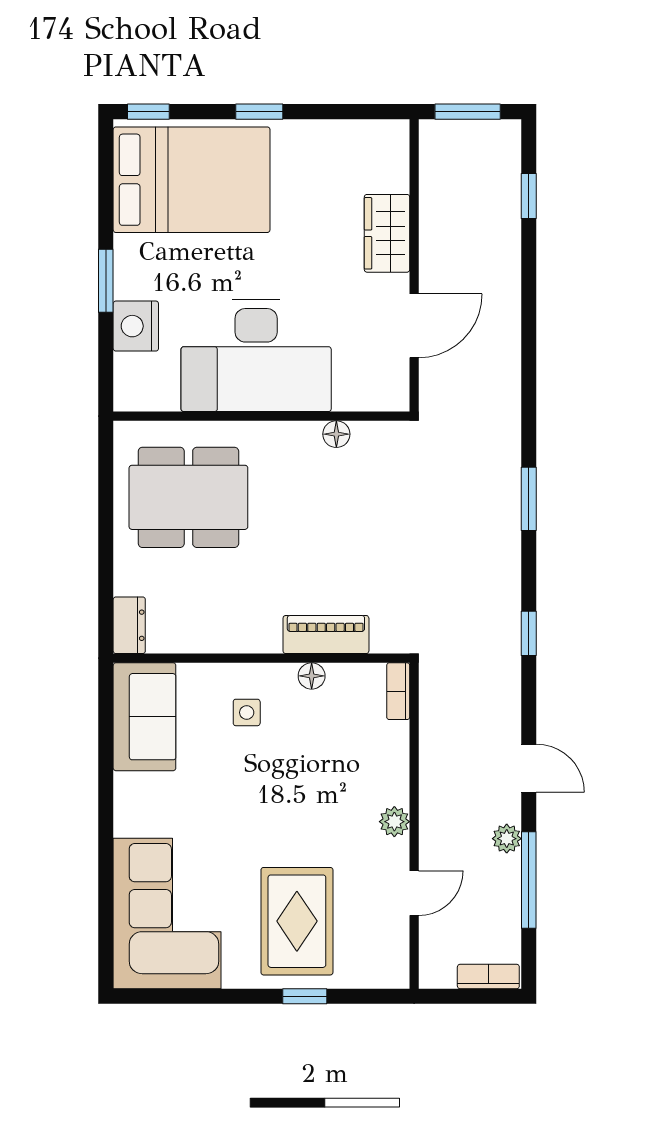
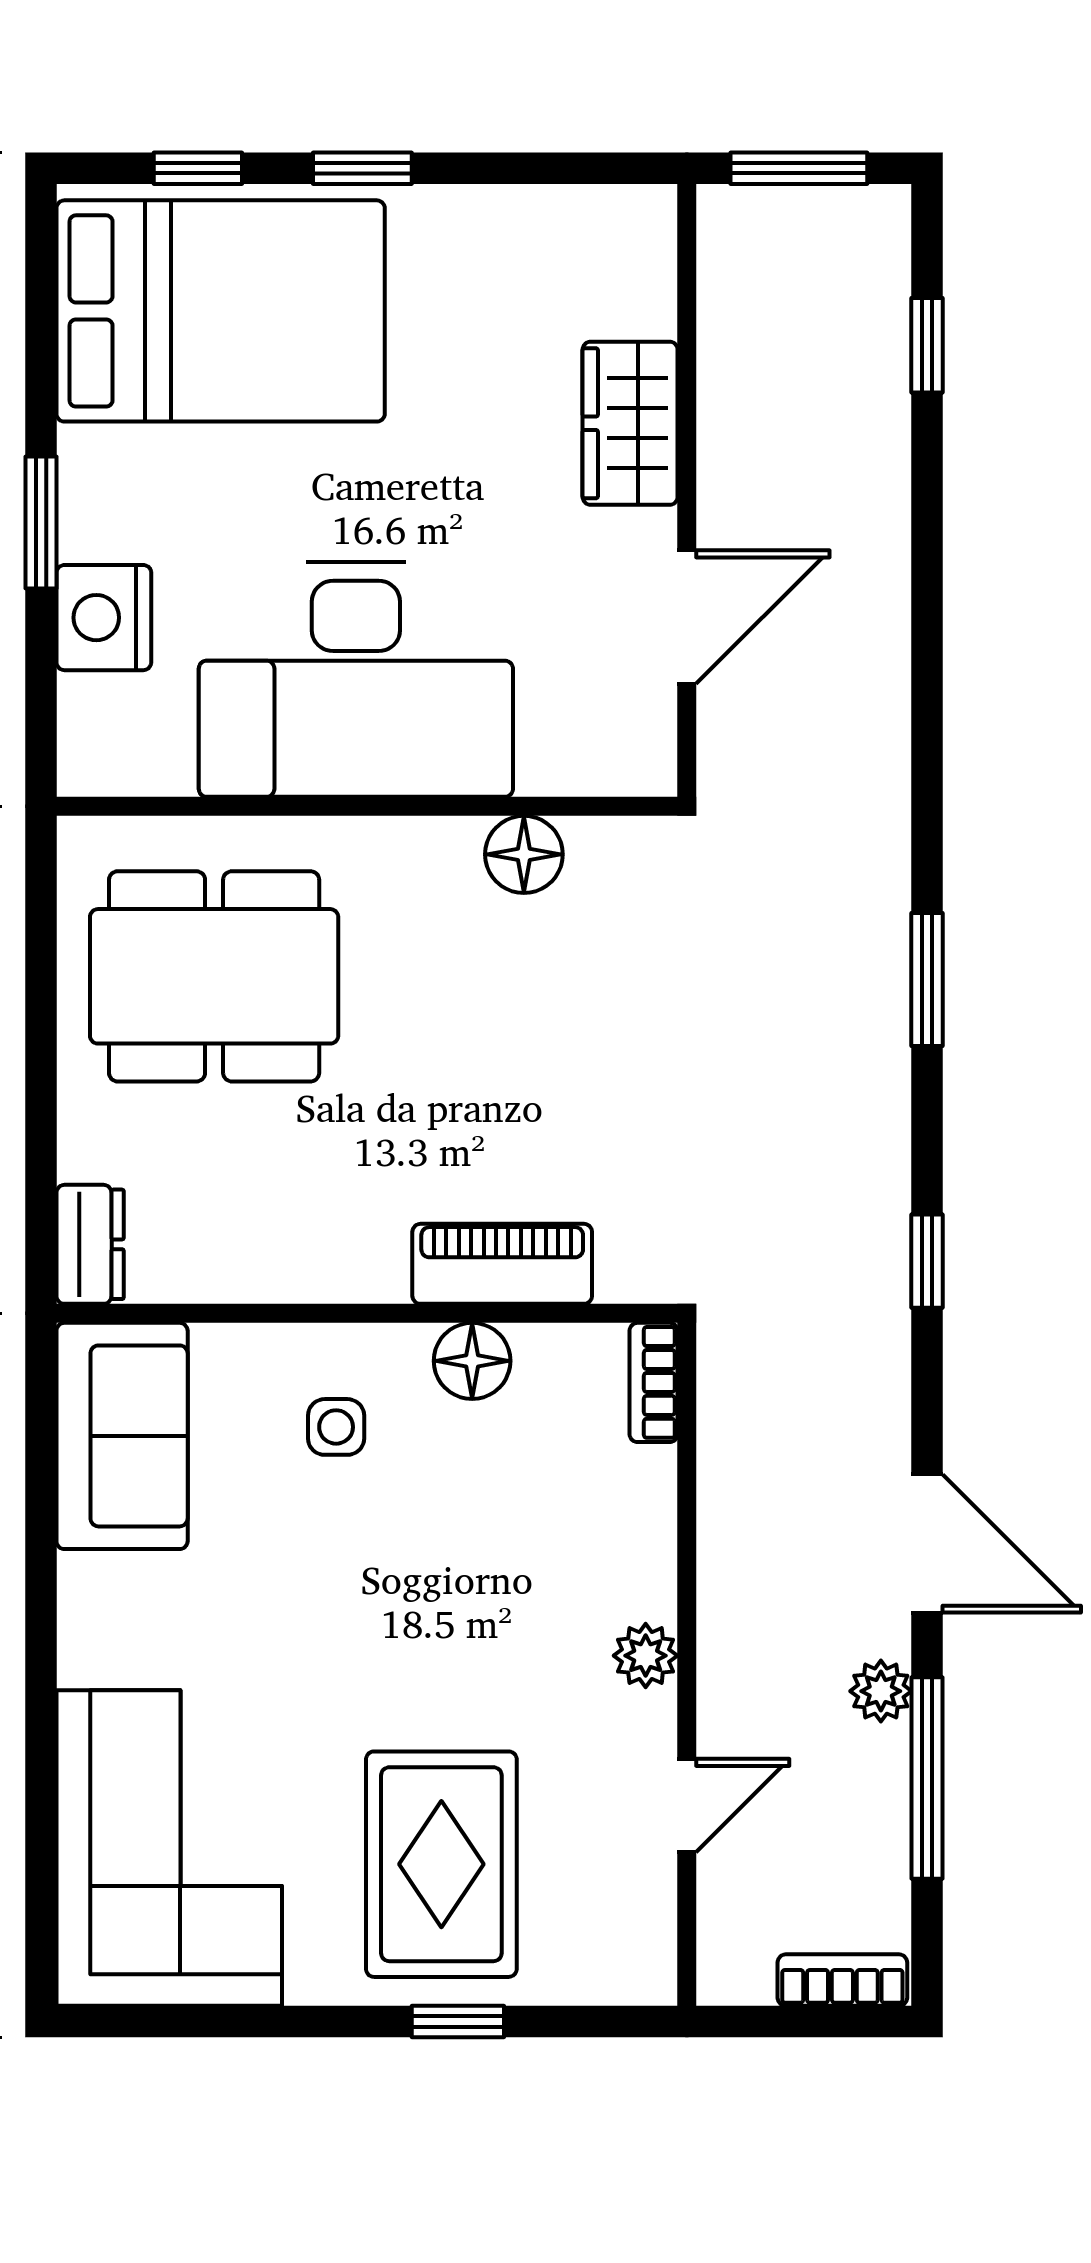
window: (148, 112) -> (198, 168), moved
floor lamp: (336, 434) -> (524, 854), width x1.37, depth x1.37
floor lamp: (312, 676) -> (472, 1361), width x1.37, depth x1.37
door: (529, 768) -> (927, 1543), width x1.38

